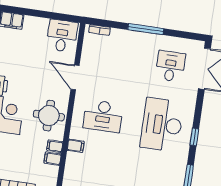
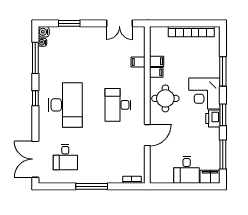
desk: (62, 36) -> (187, 170), moved
door: (75, 77) -> (147, 135), hinge flipped
desk: (103, 116) -> (118, 105), turned -90
filing cabinet: (76, 146) -> (138, 62), moved

